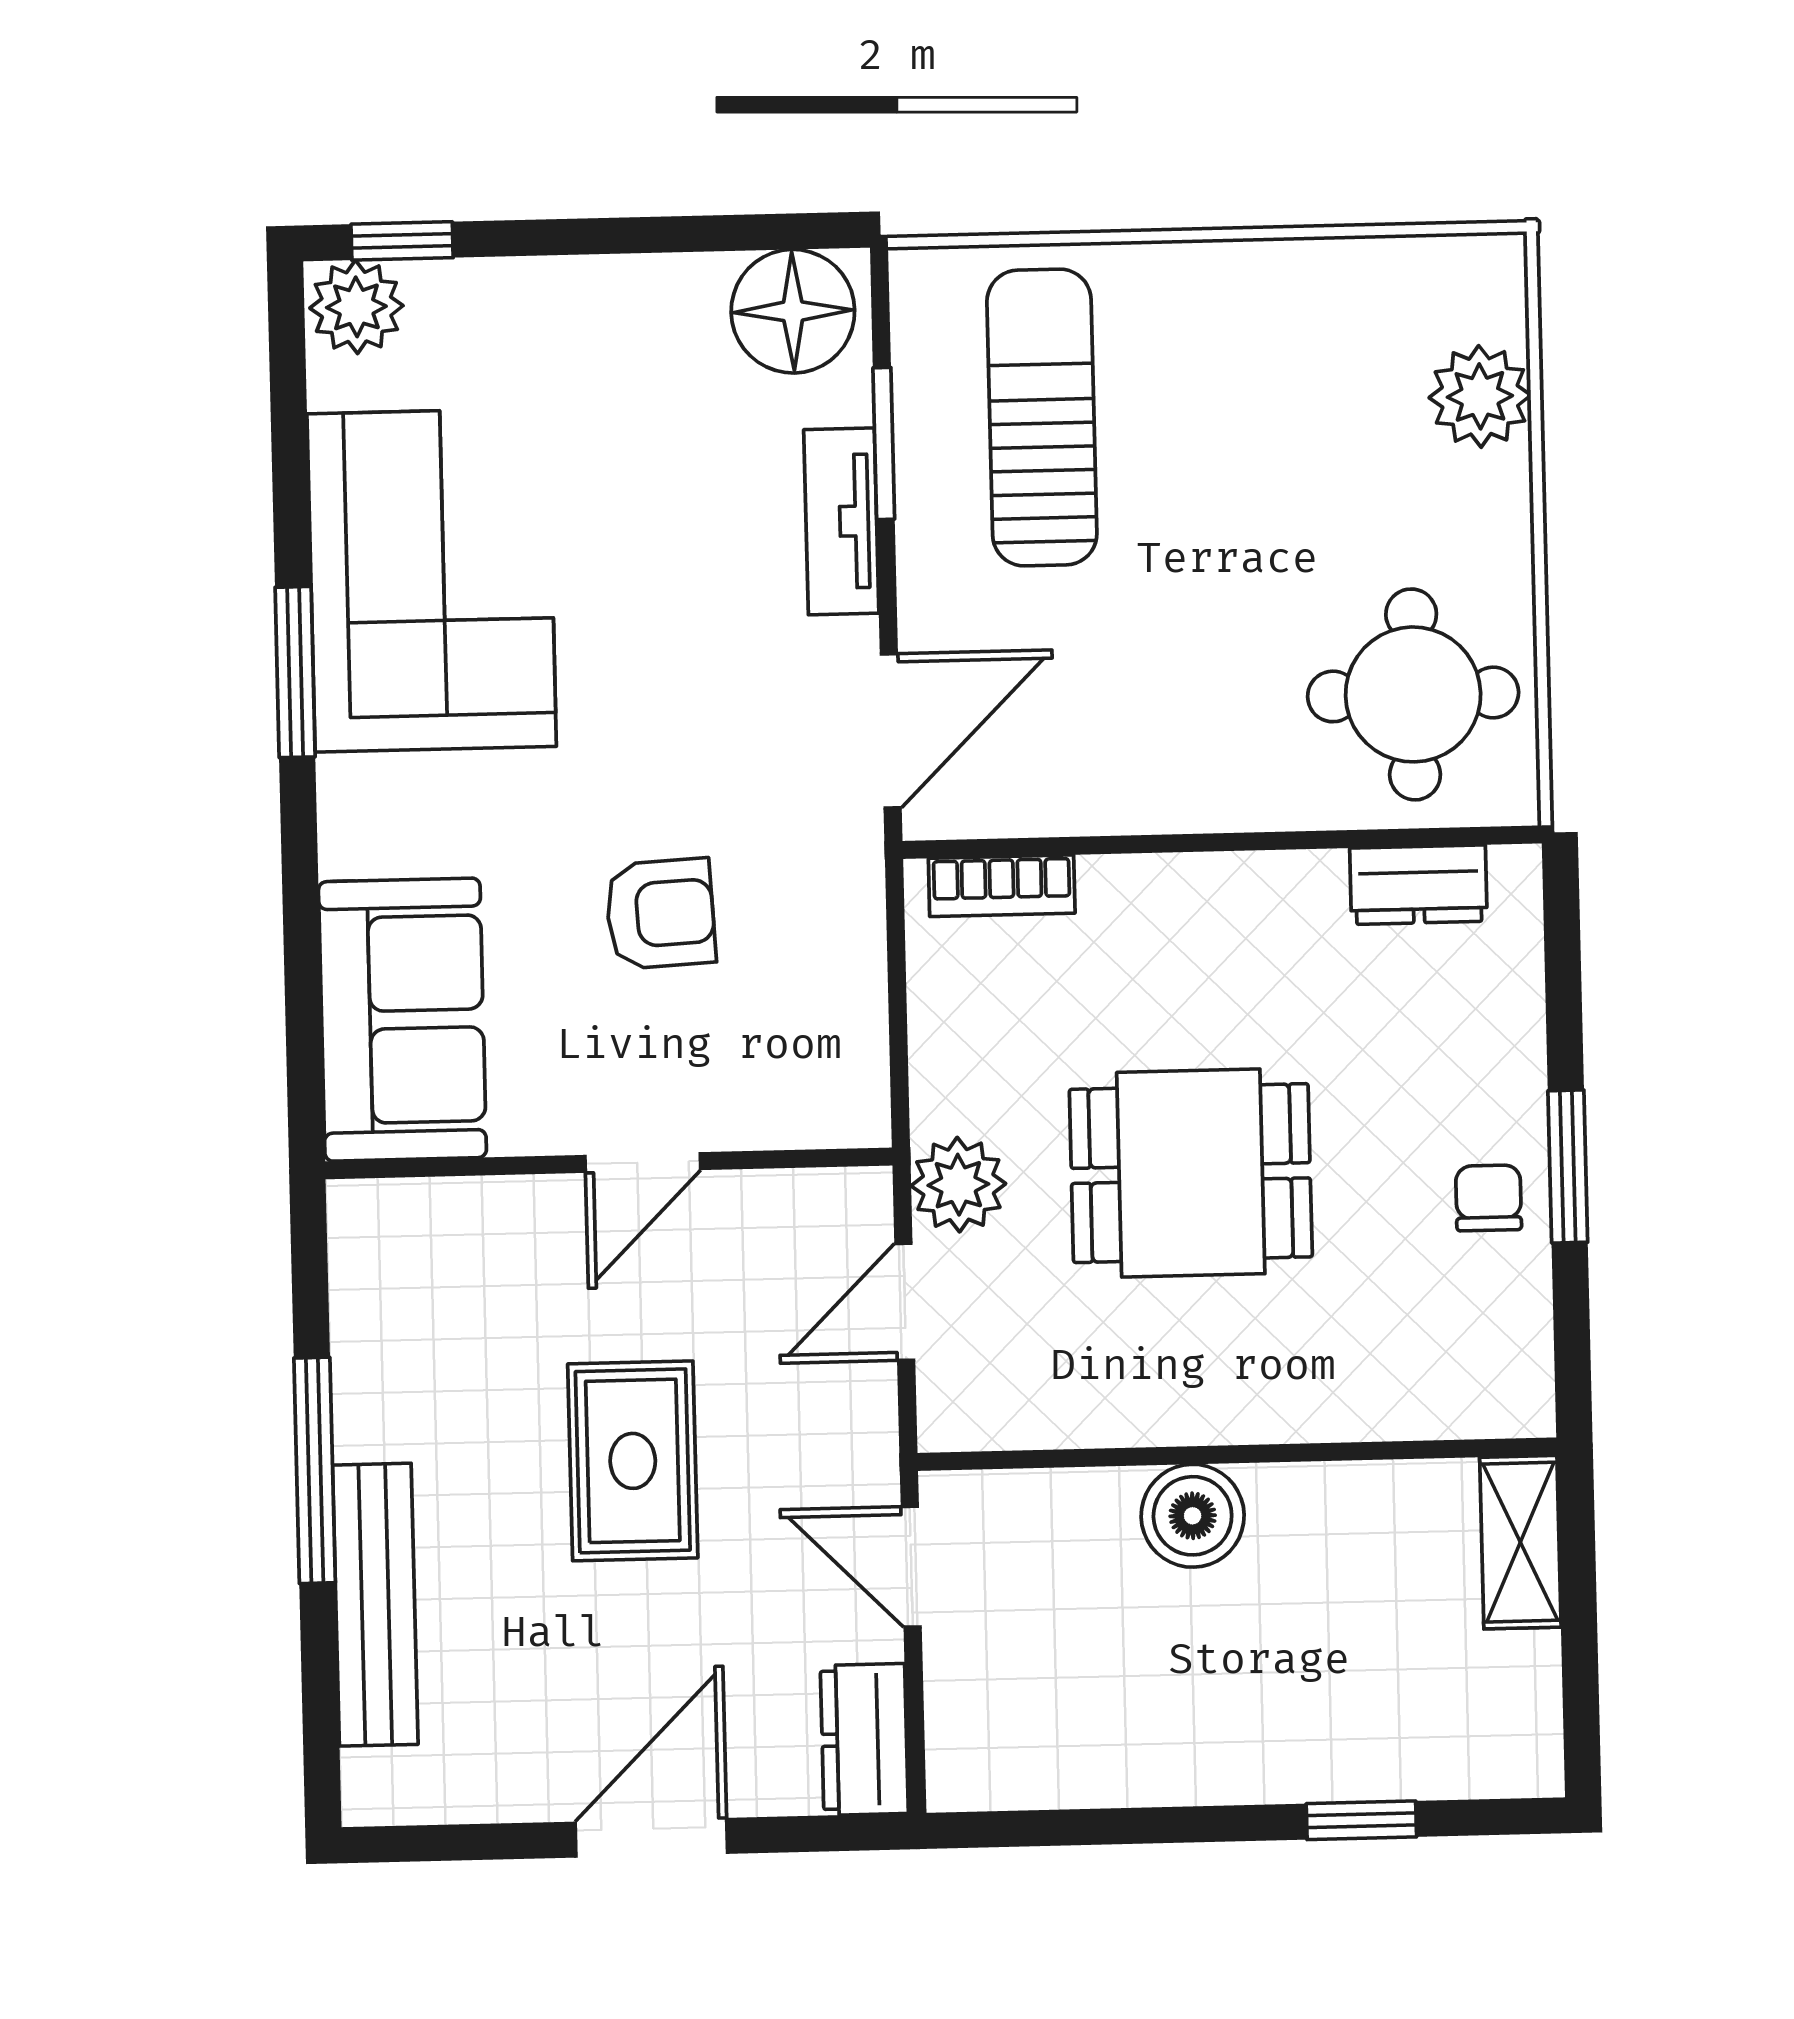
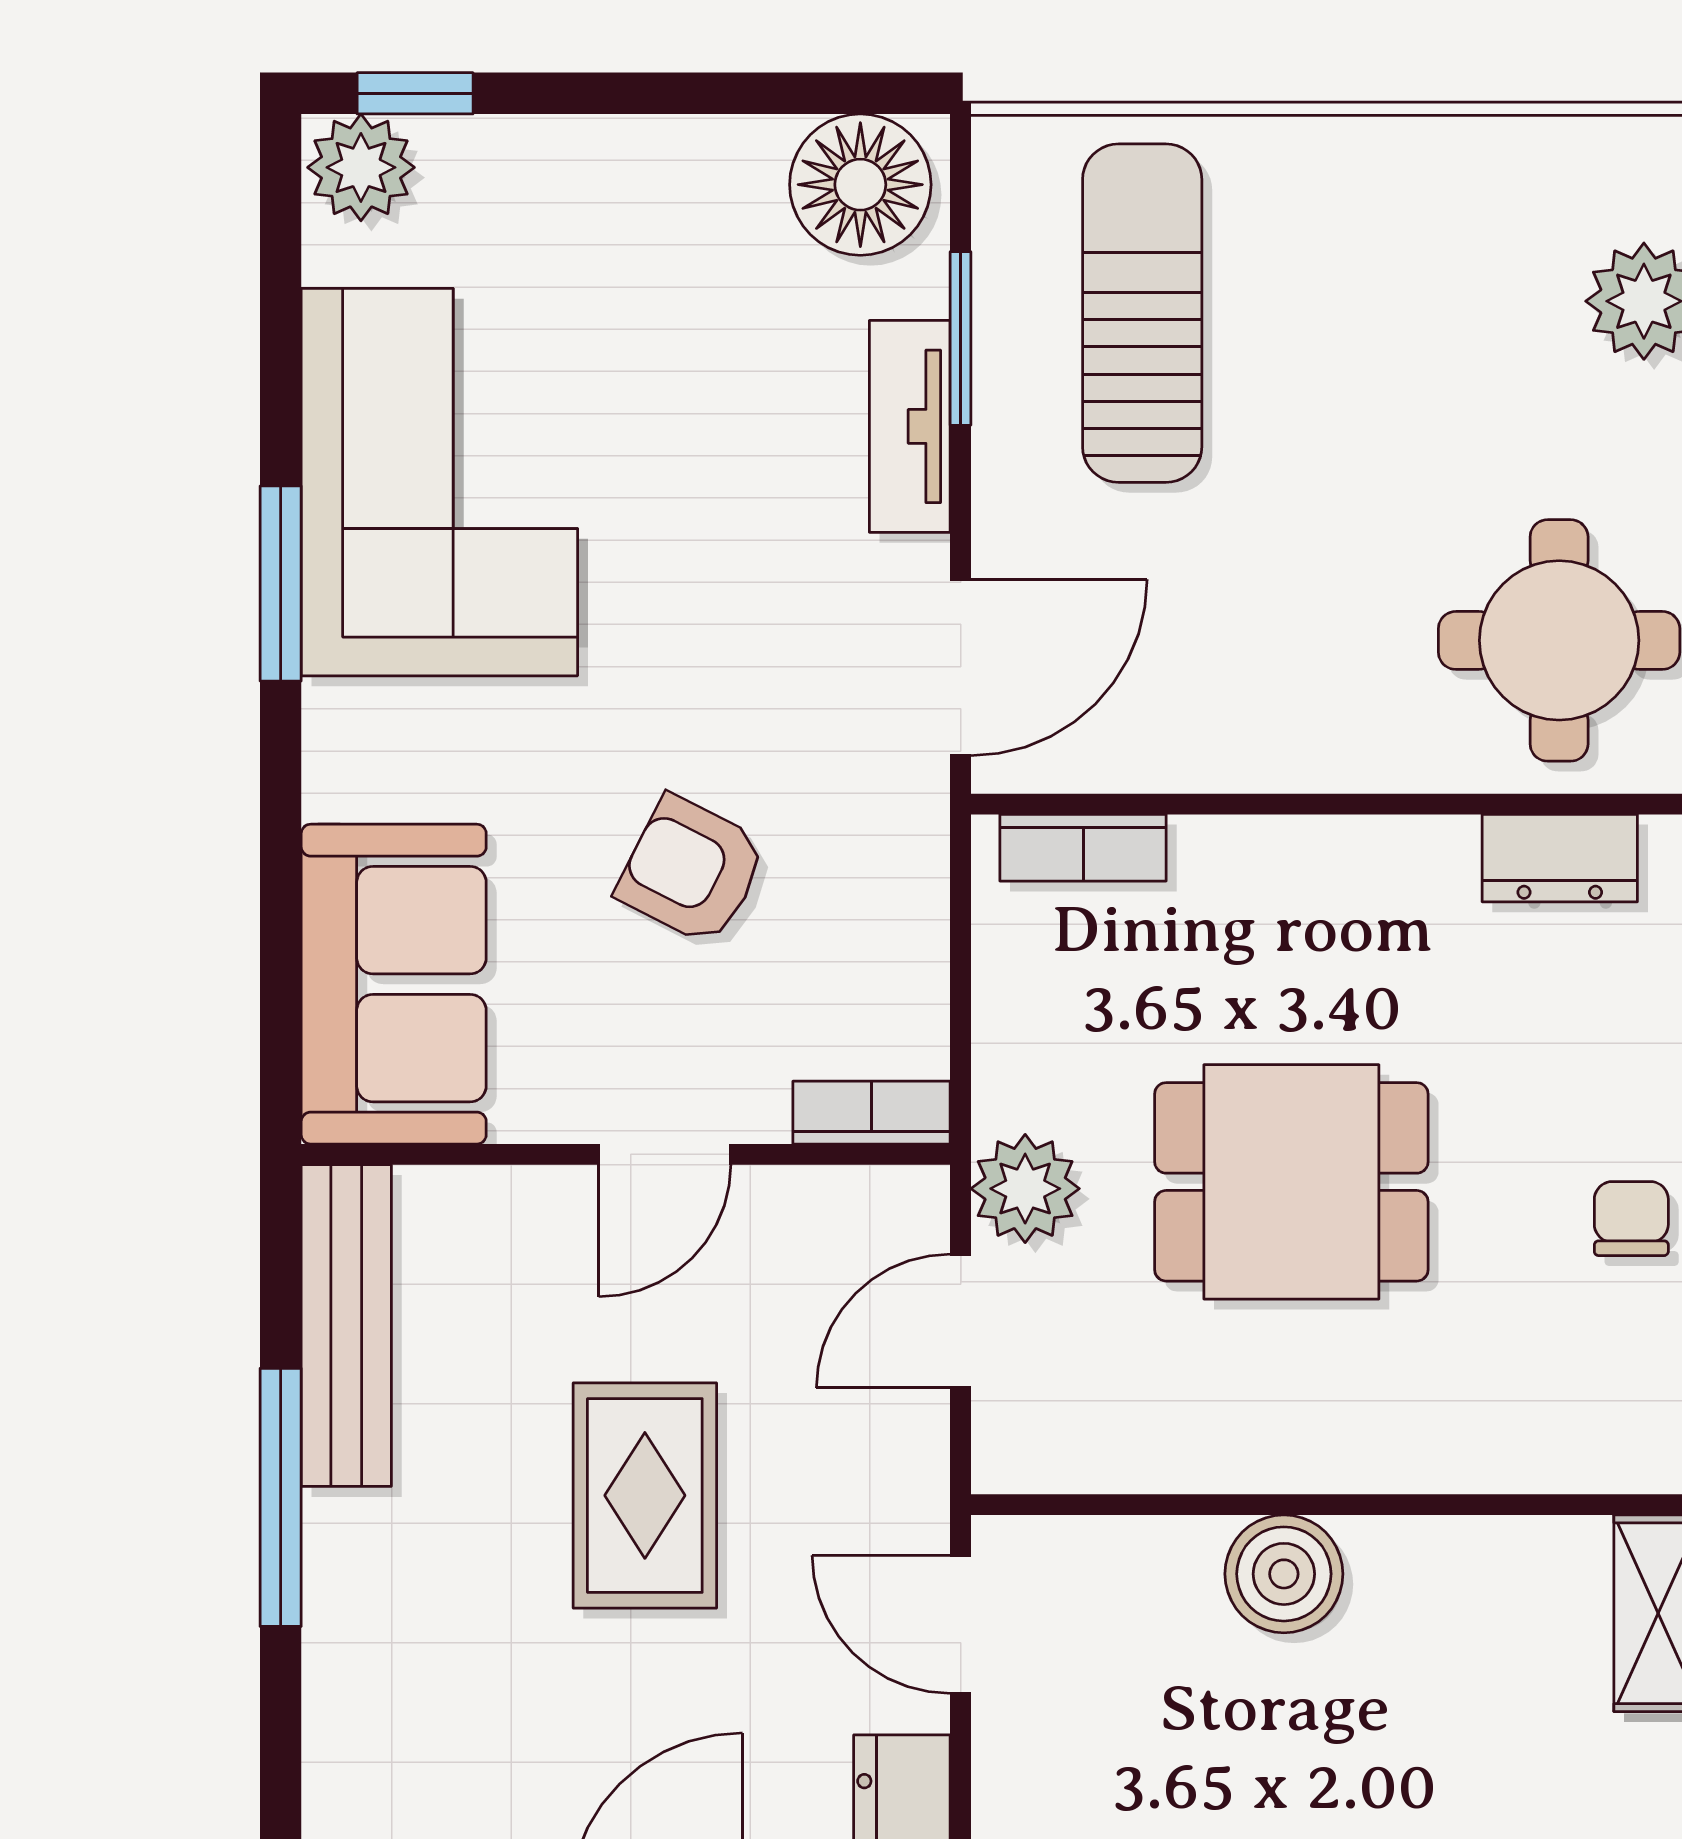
armchair: (660, 914) -> (692, 870), turned -150
bookcase: (823, 1122) -> (872, 1113), added
bench: (375, 1605) -> (346, 1326), moved

